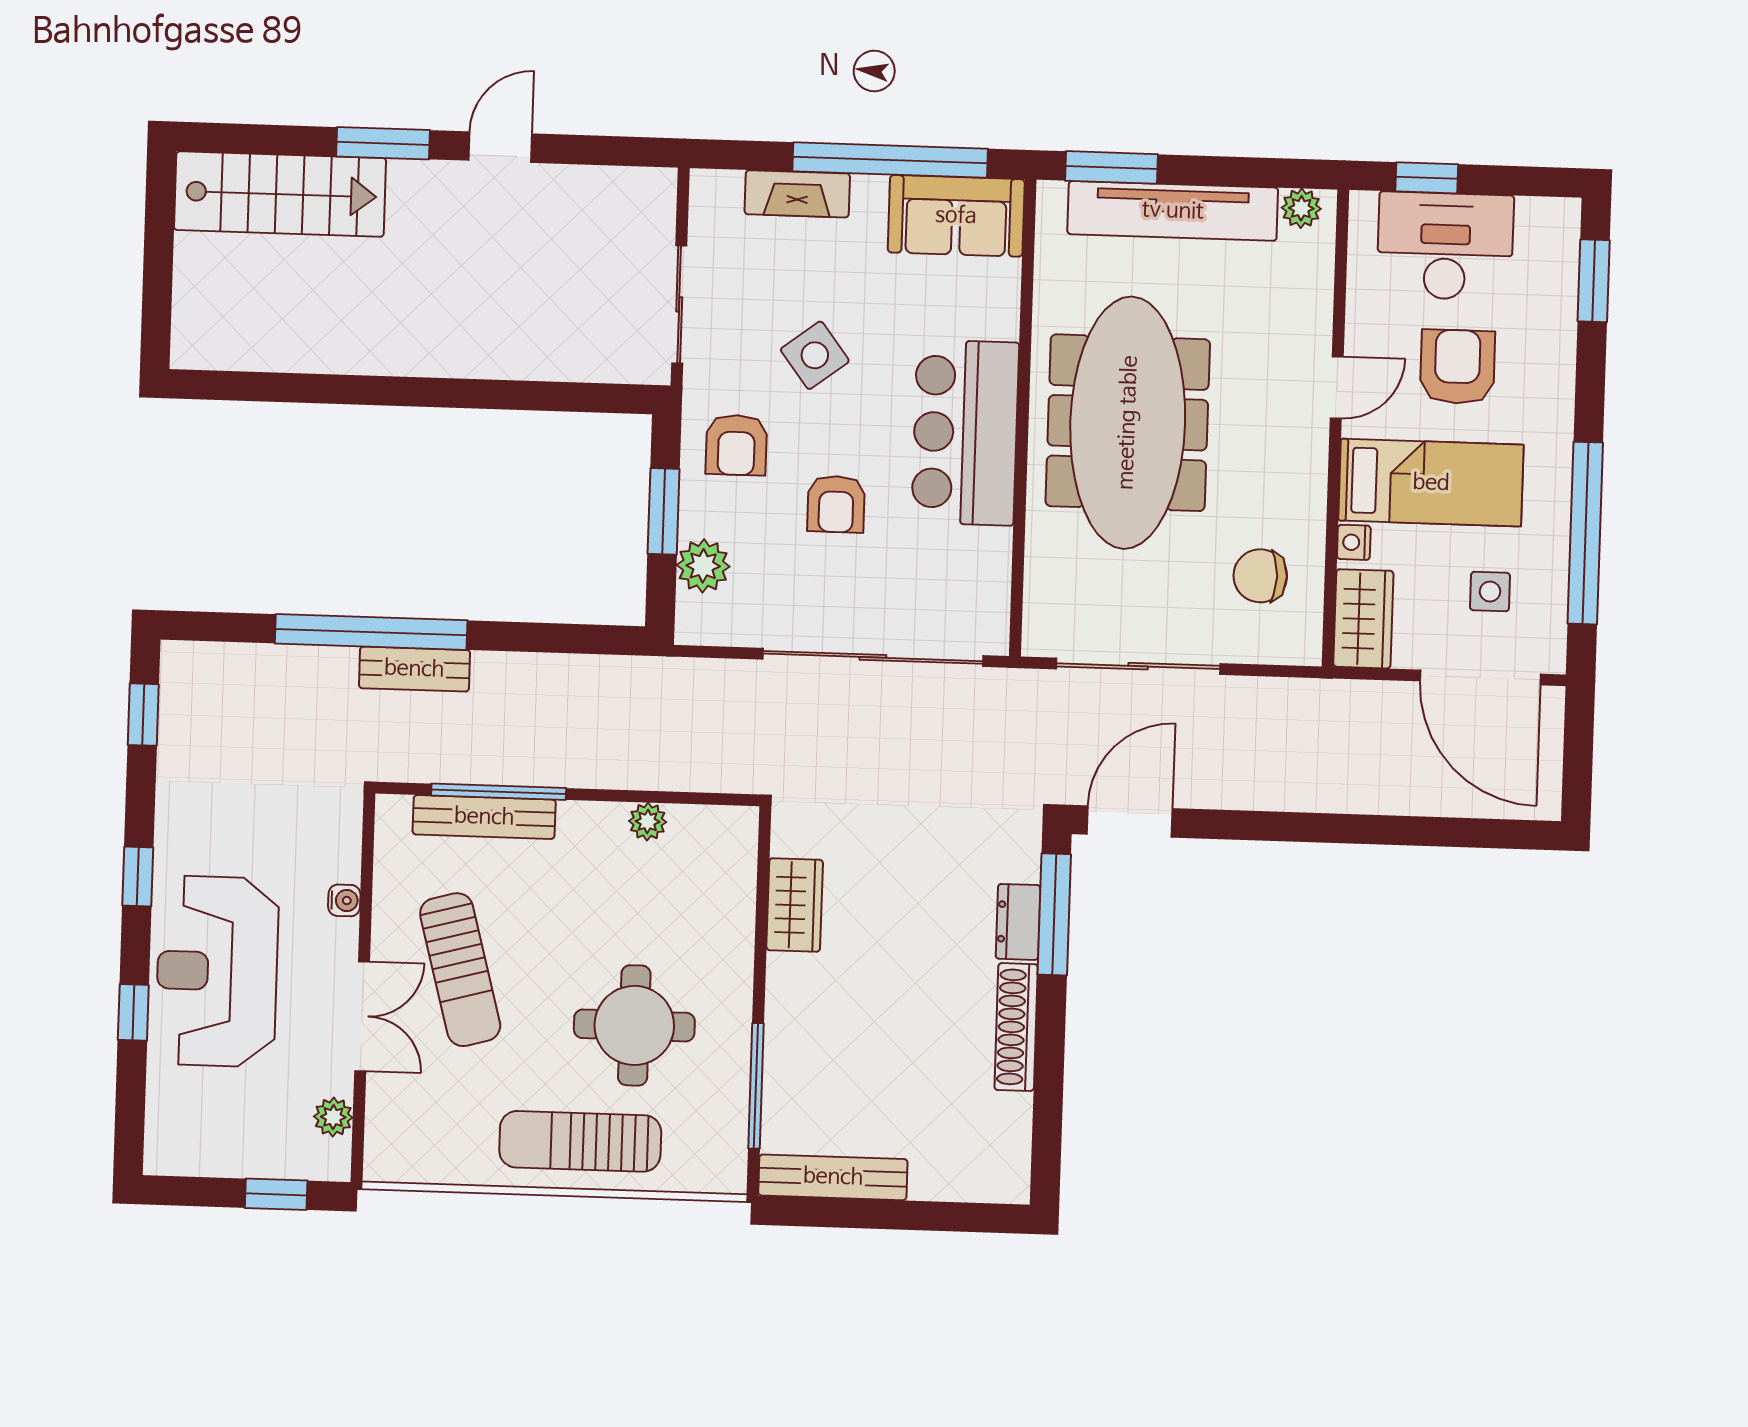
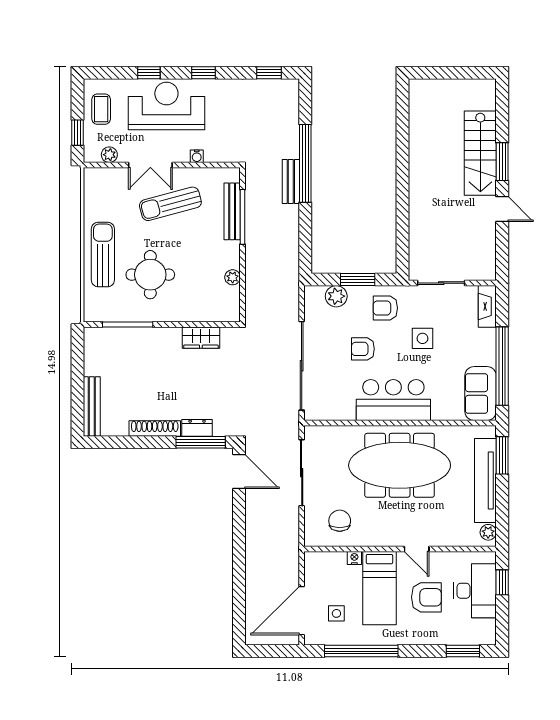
stairs: (280, 194) -> (480, 153), moved
fireplace: (797, 194) -> (487, 306), moved
side table: (815, 355) -> (423, 338), turned 37
wardrobe: (1363, 619) -> (324, 563), removed
coffee table: (220, 1134) -> (101, 109), added
bench: (833, 1177) -> (92, 407), moved

